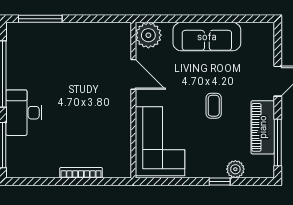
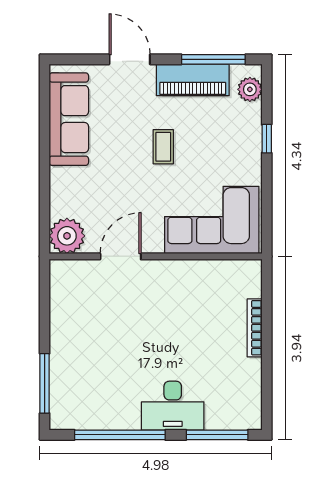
sofa: (207, 37) -> (69, 119), moved
coffee table: (214, 106) -> (163, 147), turned 90
plant: (235, 169) -> (250, 89), moved

